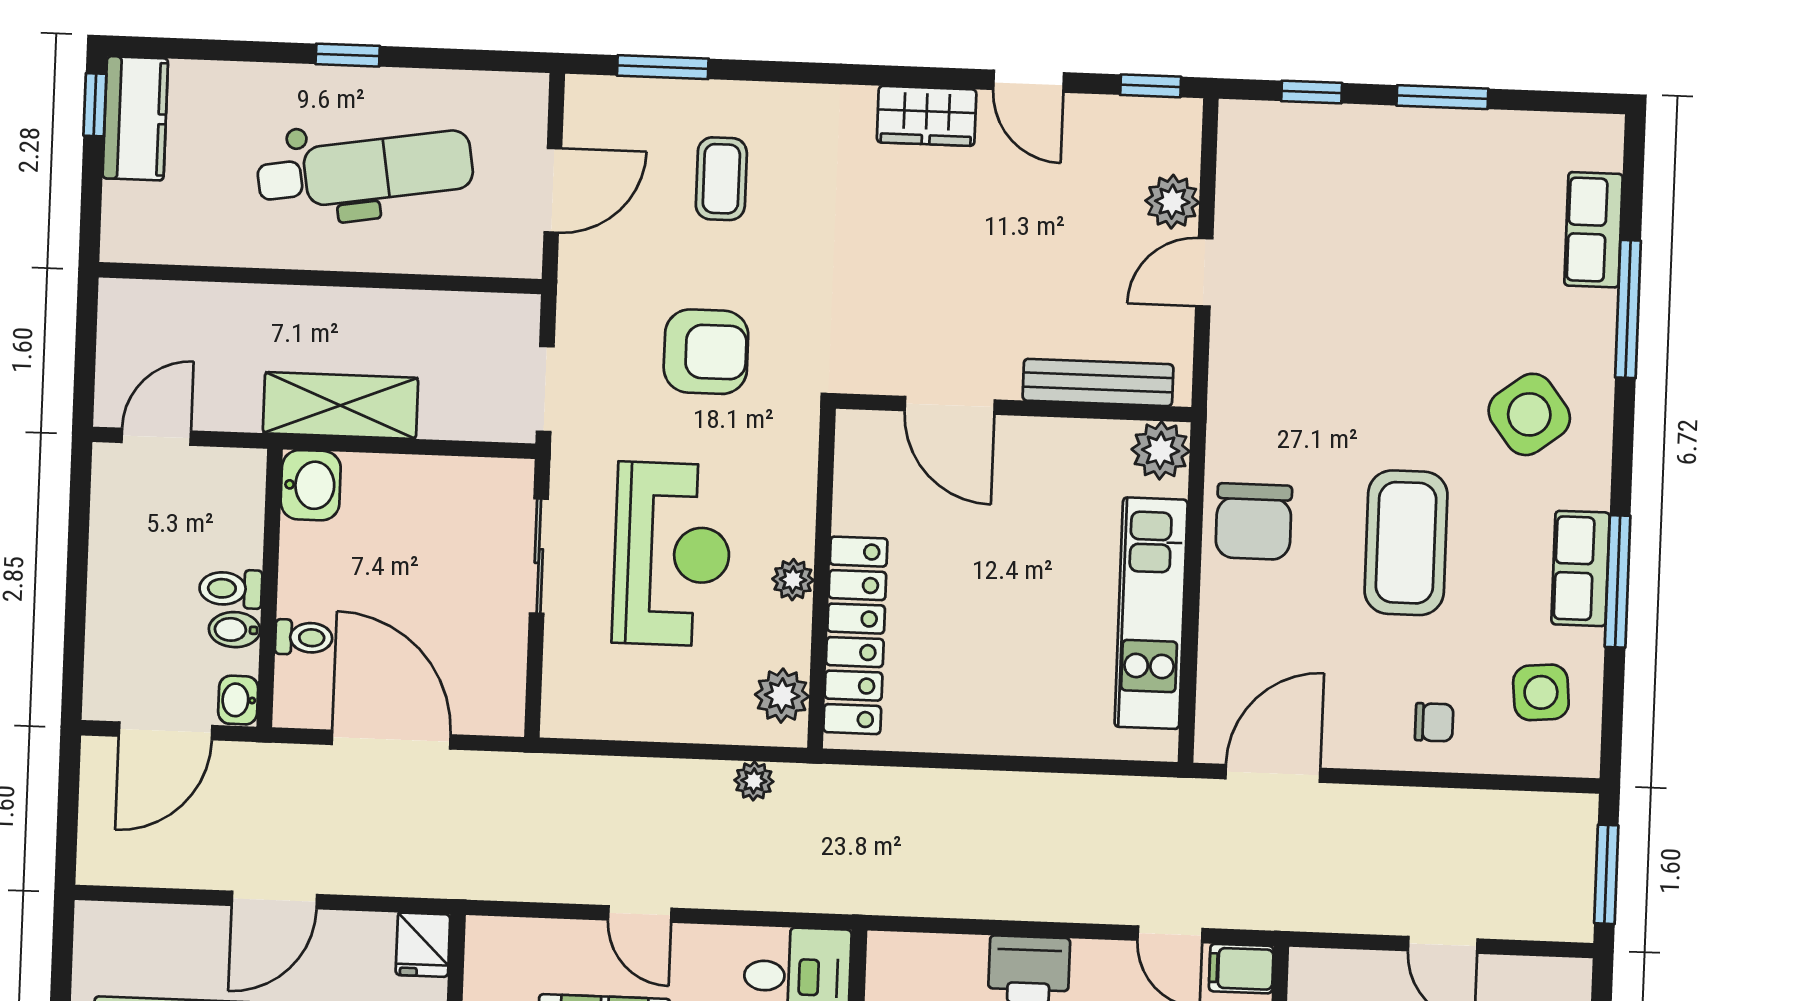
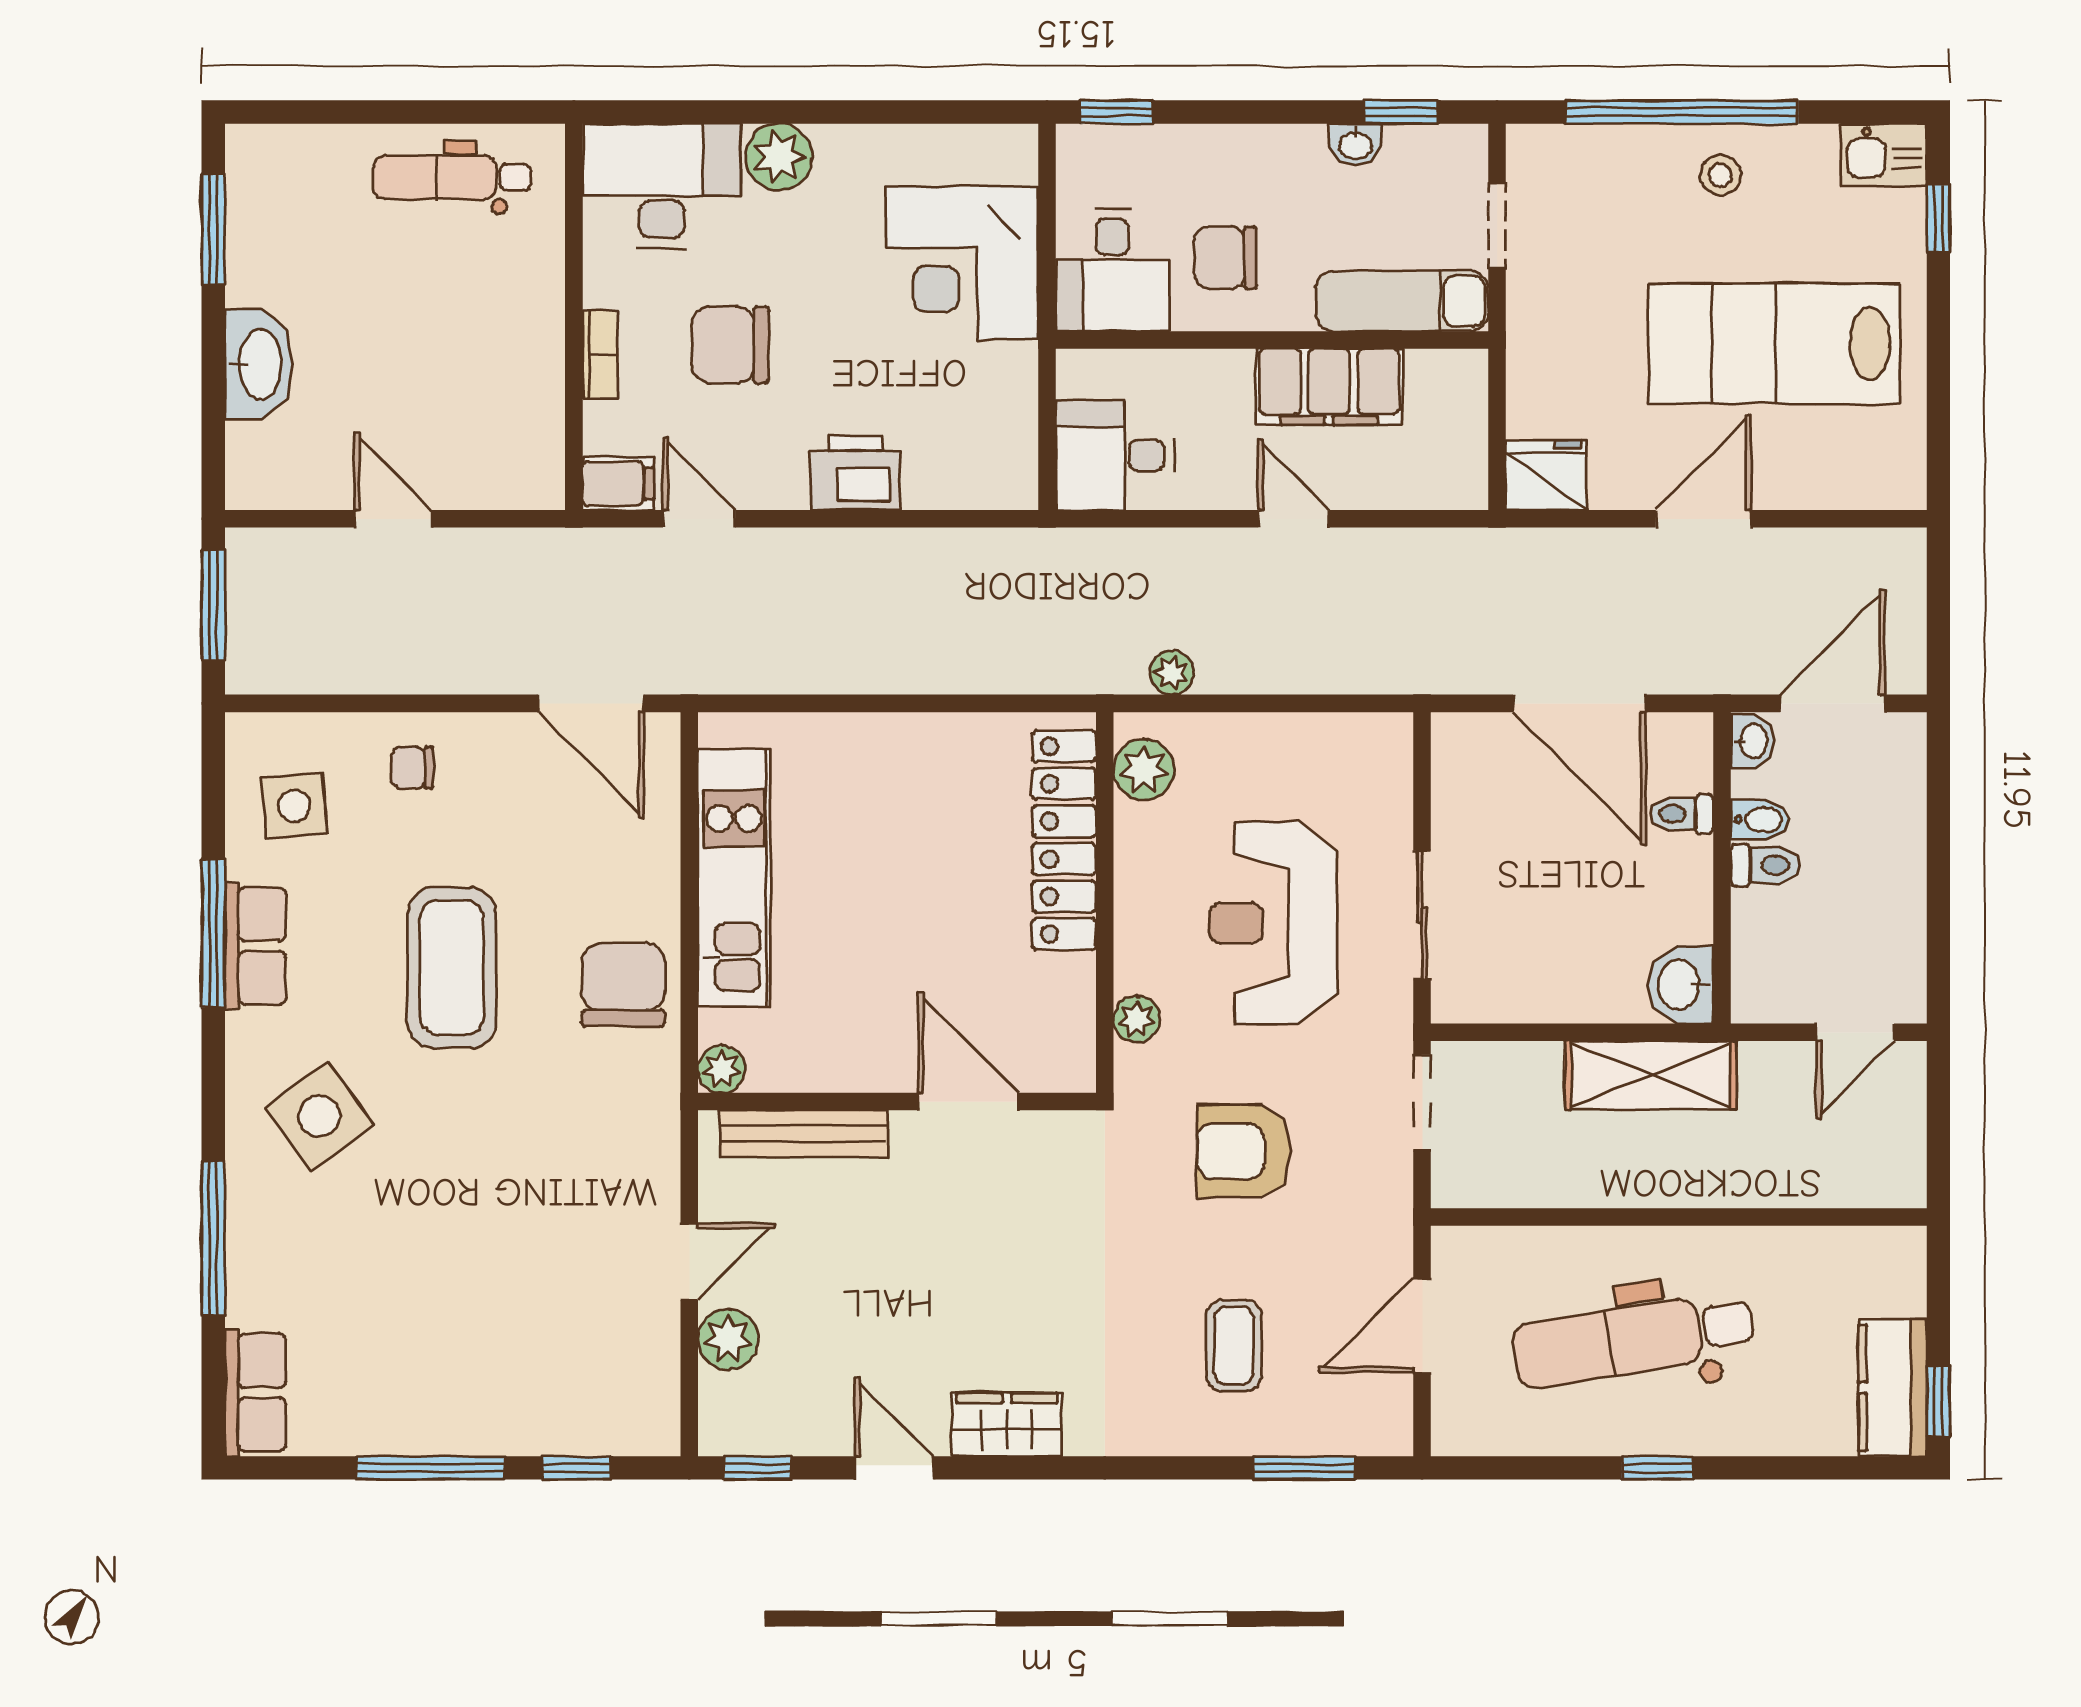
window: (1442, 97) -> (430, 1468), width x1.44
row of seats: (1594, 230) -> (255, 1393), moved
plant: (1161, 450) -> (722, 1069), width x0.73, depth x0.73
plant: (793, 580) -> (1137, 1019), moved
door: (1273, 773) -> (591, 703), hinge flipped
fridge: (423, 945) -> (1546, 475), width x1.38

